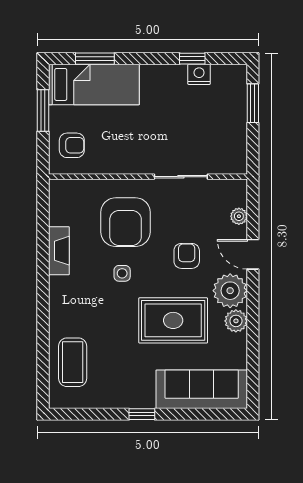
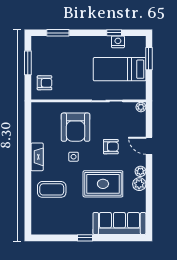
bed: (94, 84) -> (120, 69), moved, turned 180
plant: (239, 216) -> (141, 107), moved
fireplace: (59, 251) -> (37, 157), moved
armchair: (187, 256) -> (111, 147), turned 90
plant: (230, 291) -> (140, 171), width x0.53, depth x0.53
coffee table: (73, 362) -> (52, 189), moved, turned 90

